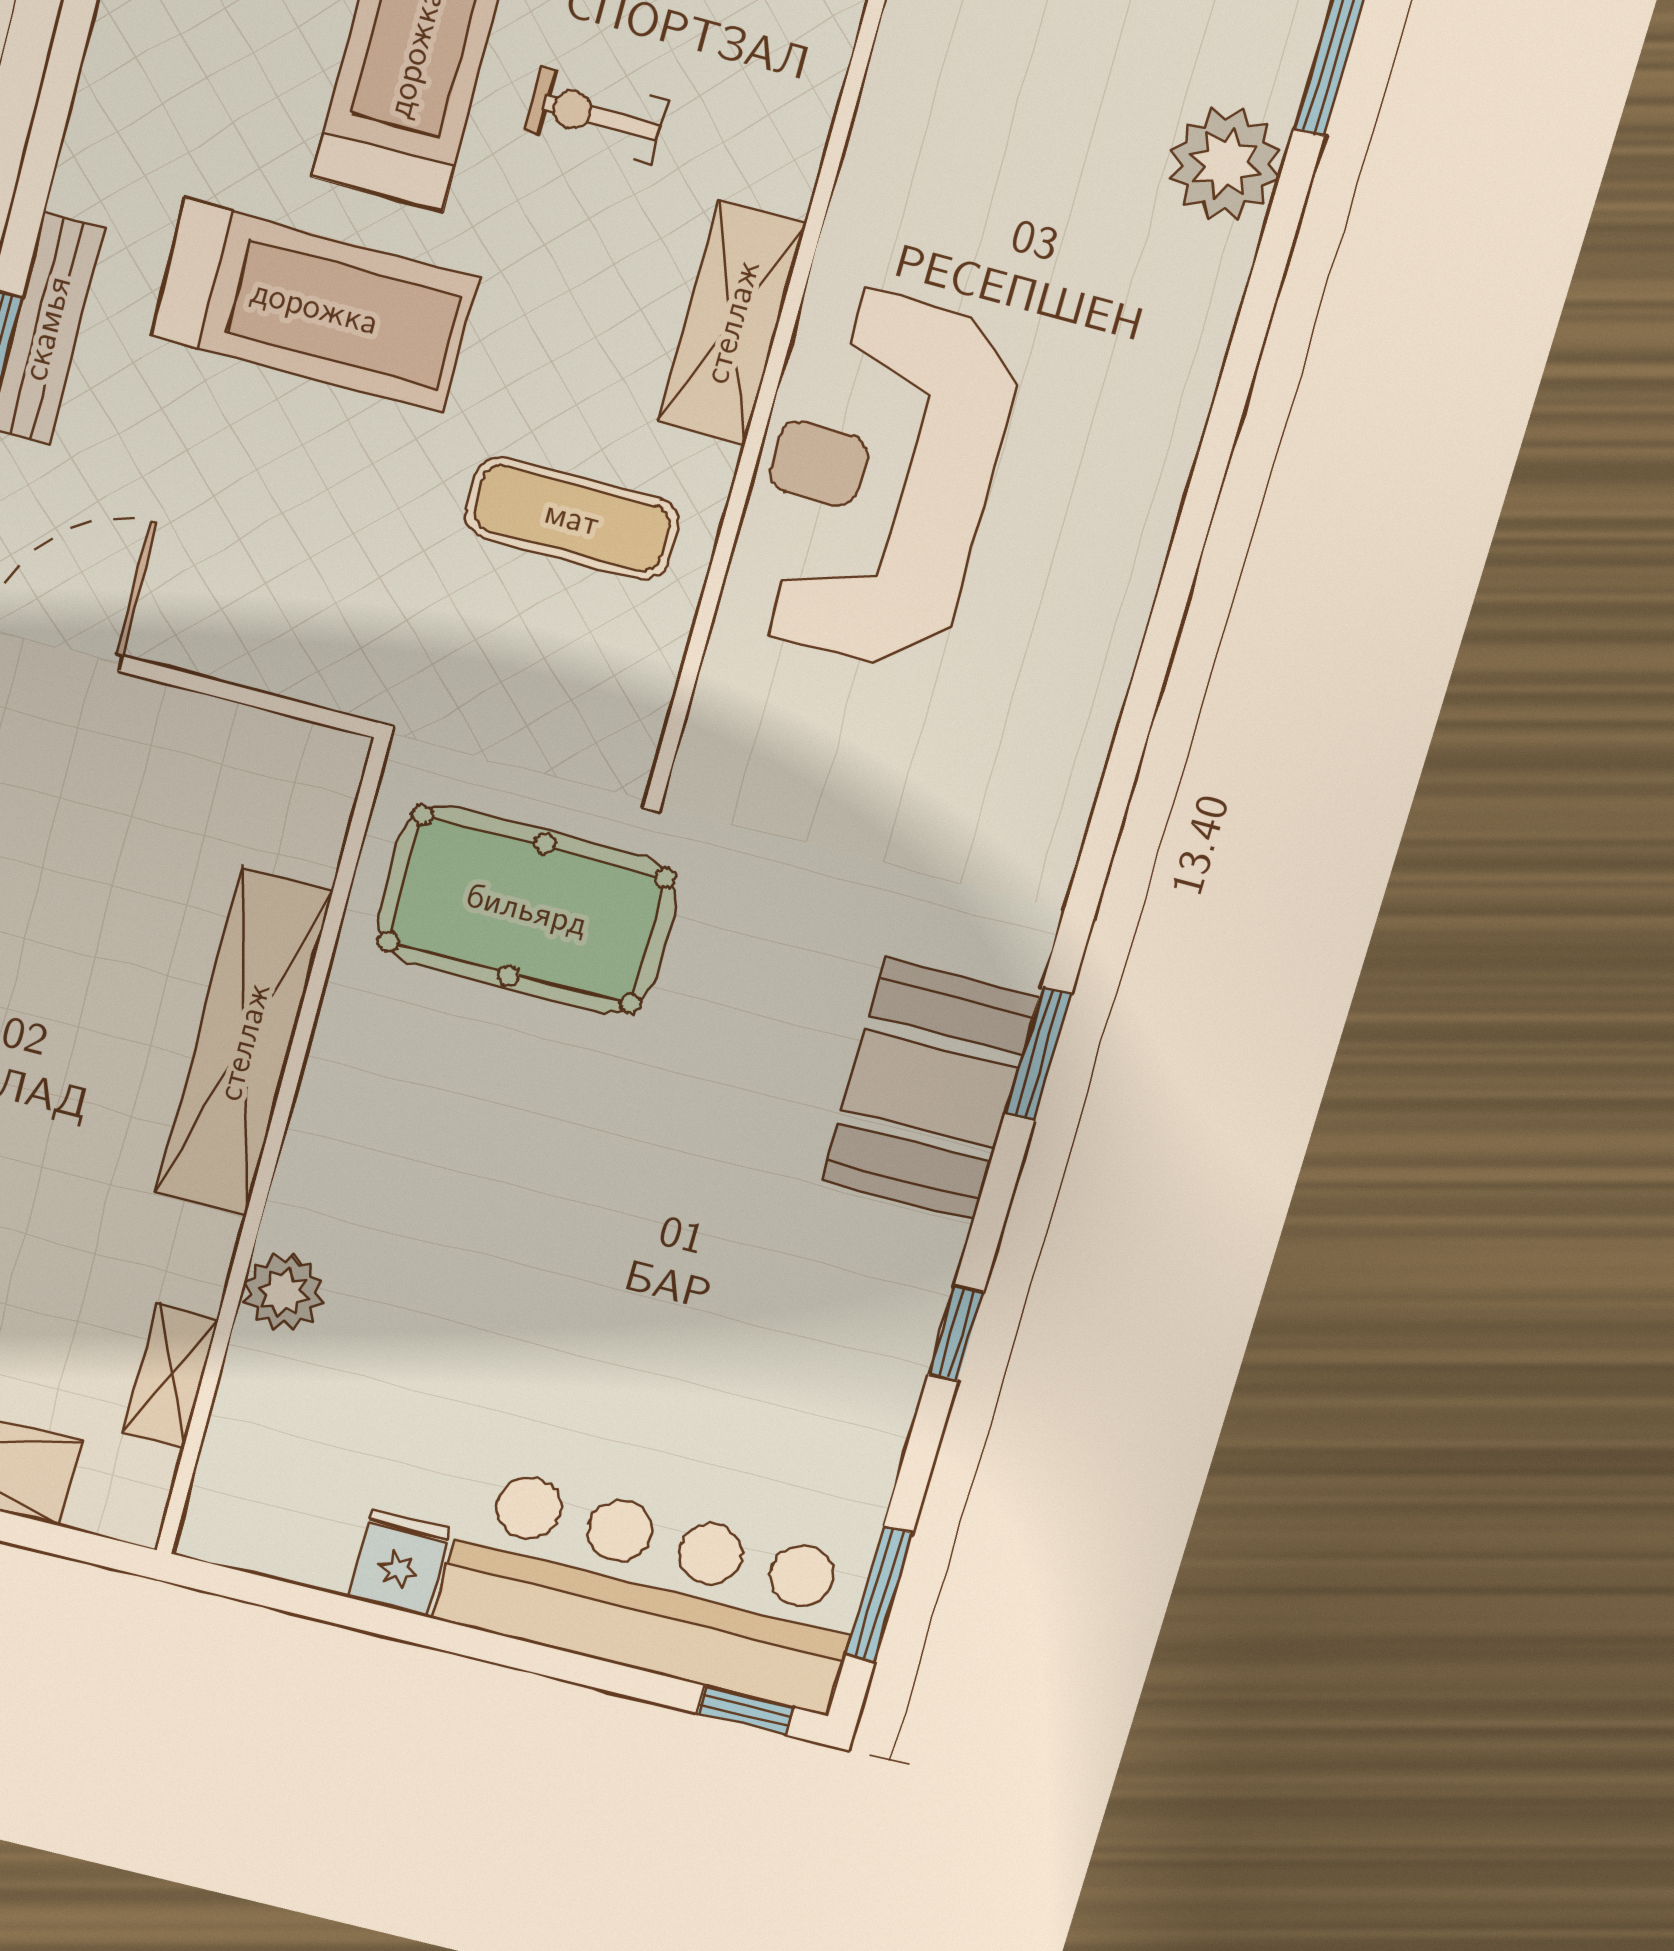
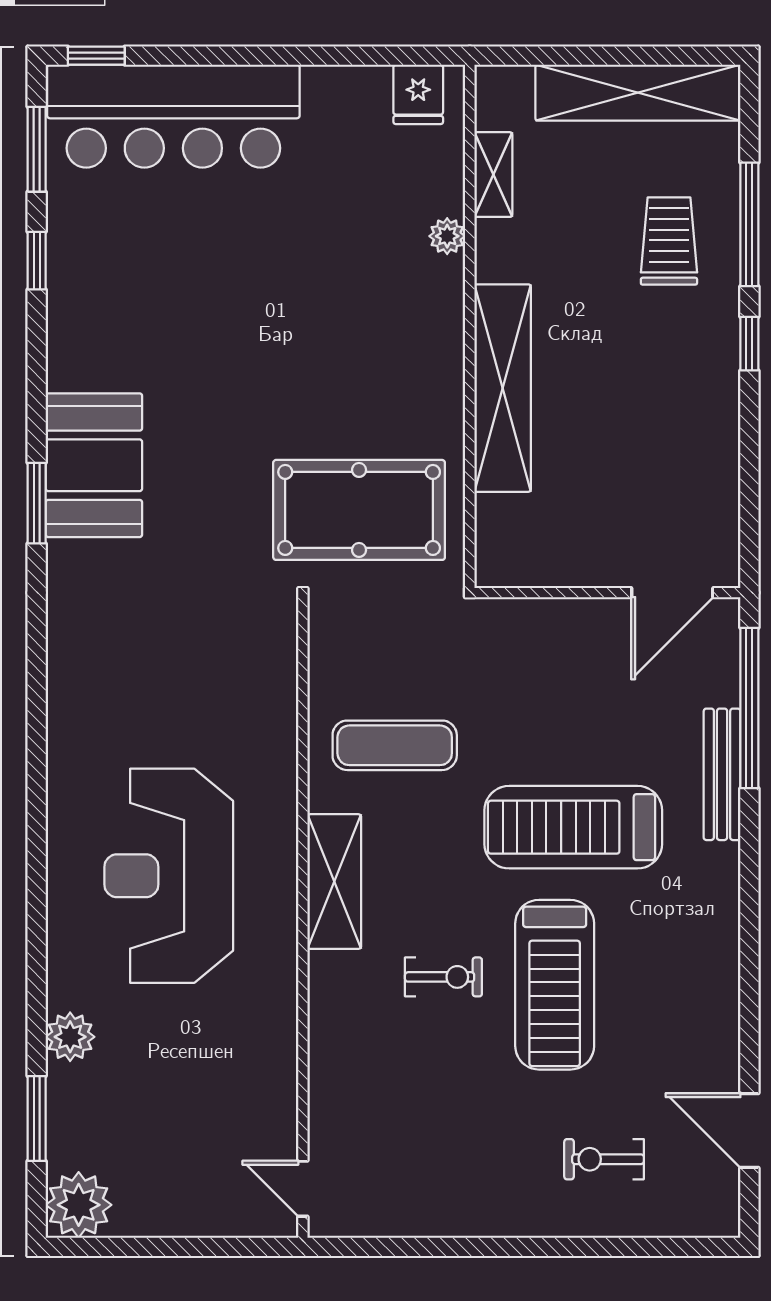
plant: (1225, 164) -> (70, 1037), width x0.73, depth x0.73
reception desk: (879, 480) -> (169, 876), moved, turned 180
plant: (283, 1292) -> (447, 236), width x0.73, depth x0.73
window: (956, 1334) -> (37, 261), moved
fridge: (399, 1563) -> (418, 94), moved

